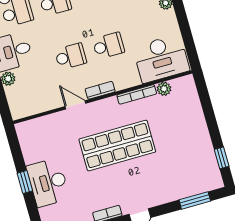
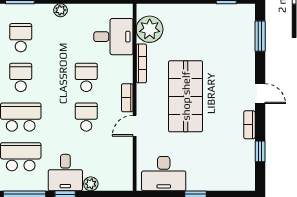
desk: (161, 59) -> (113, 37), width x0.73
plant: (164, 89) -> (150, 29), width x1.88, depth x1.88
desk: (48, 182) -> (164, 174), moved

